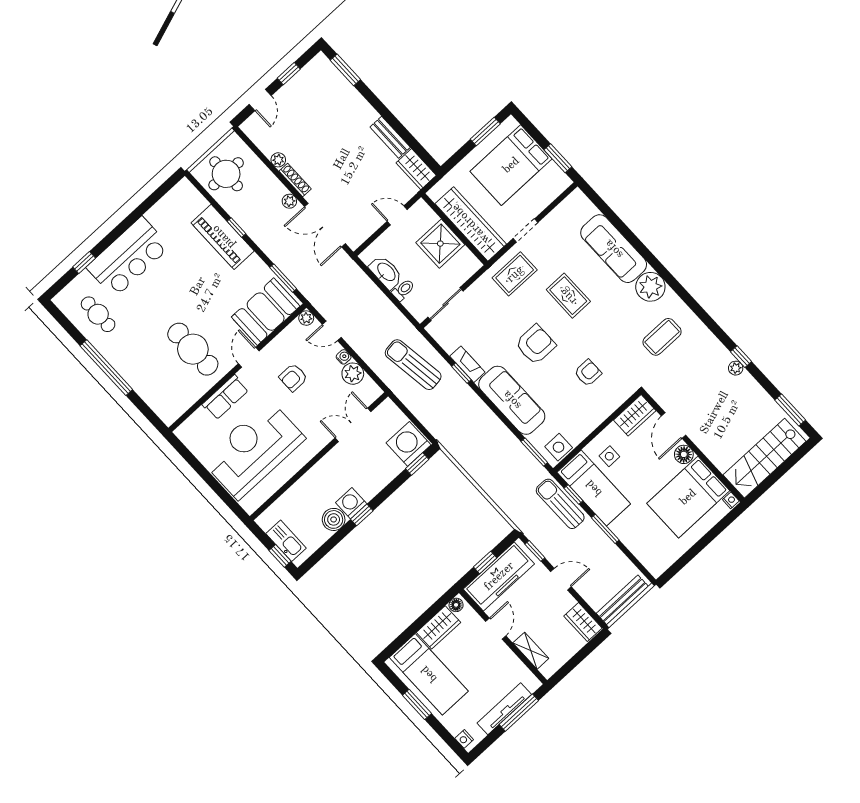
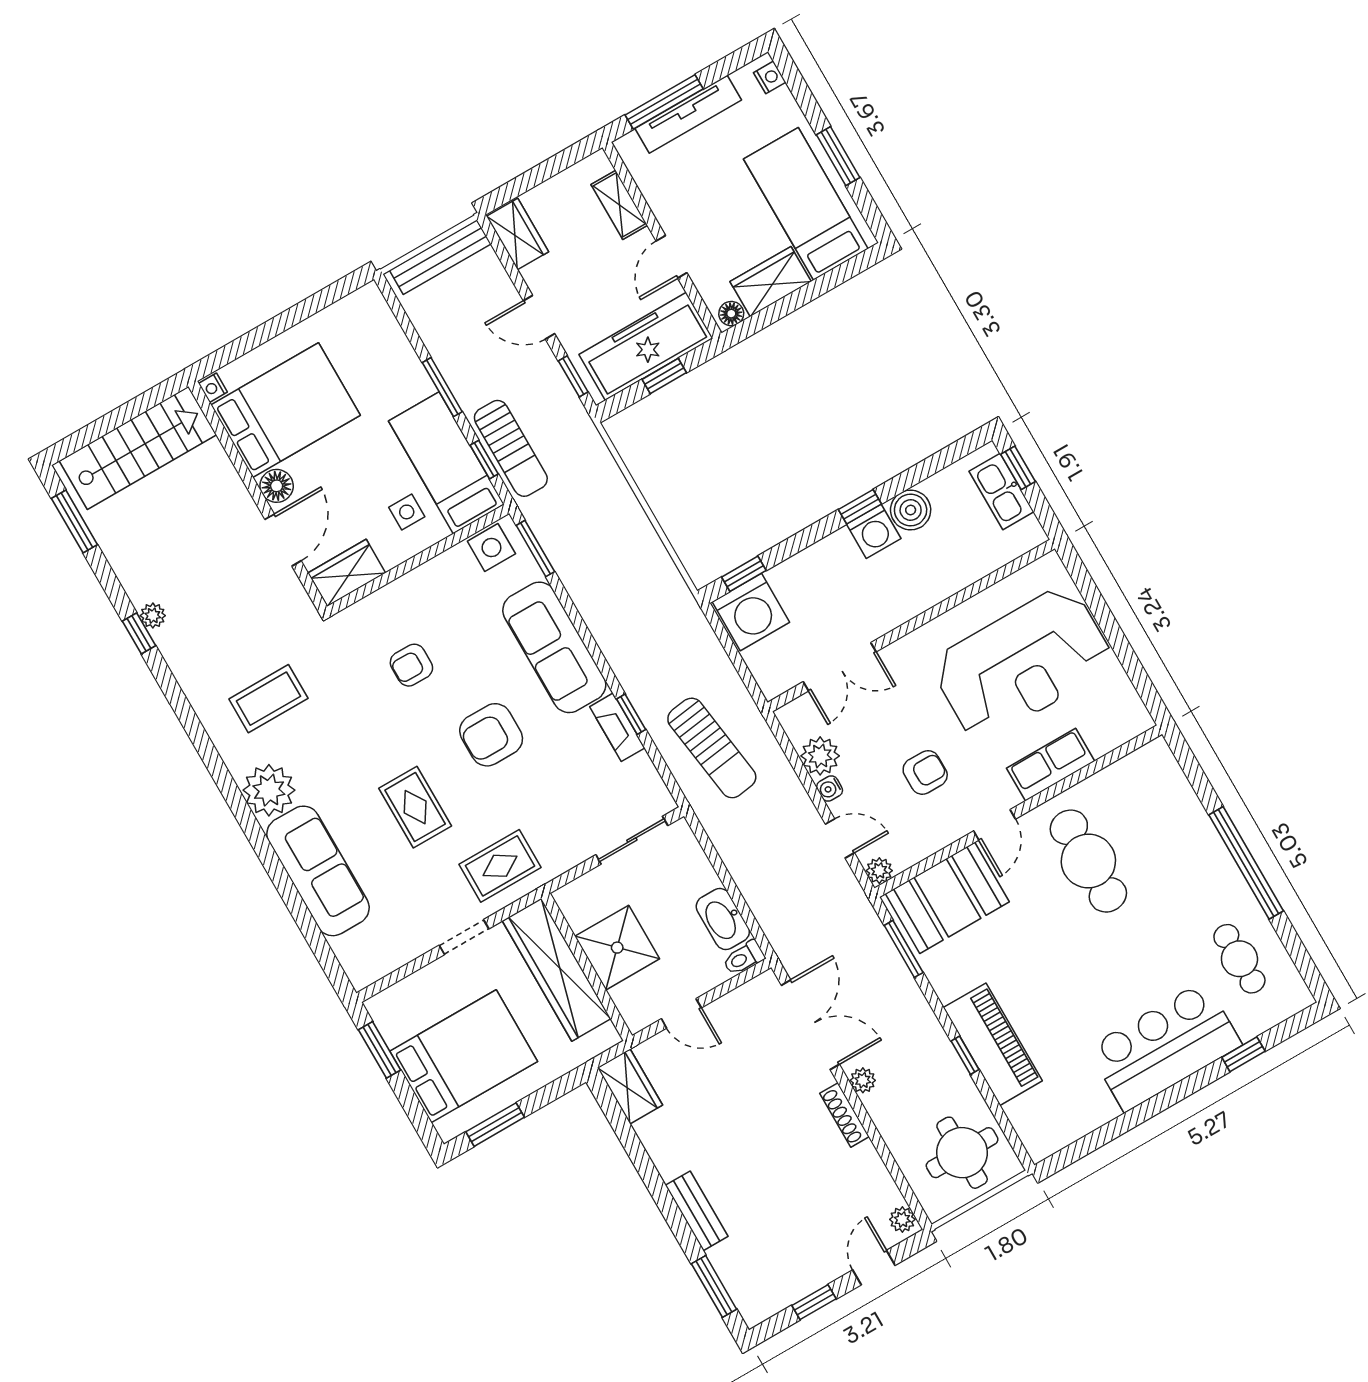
bench: (390, 137) -> (697, 1211), moved
plant: (278, 160) -> (902, 1219), moved
toilet: (403, 290) -> (744, 958), moved

